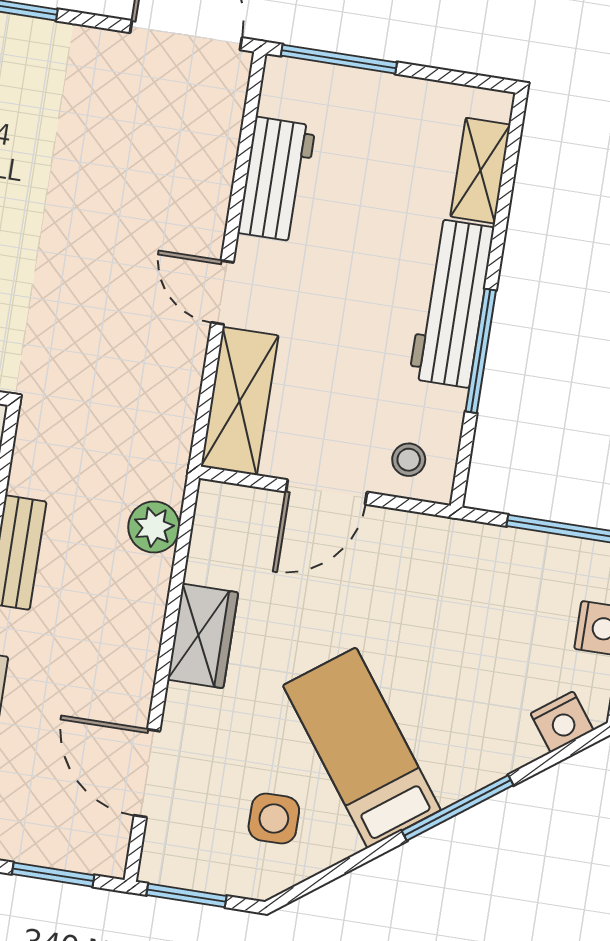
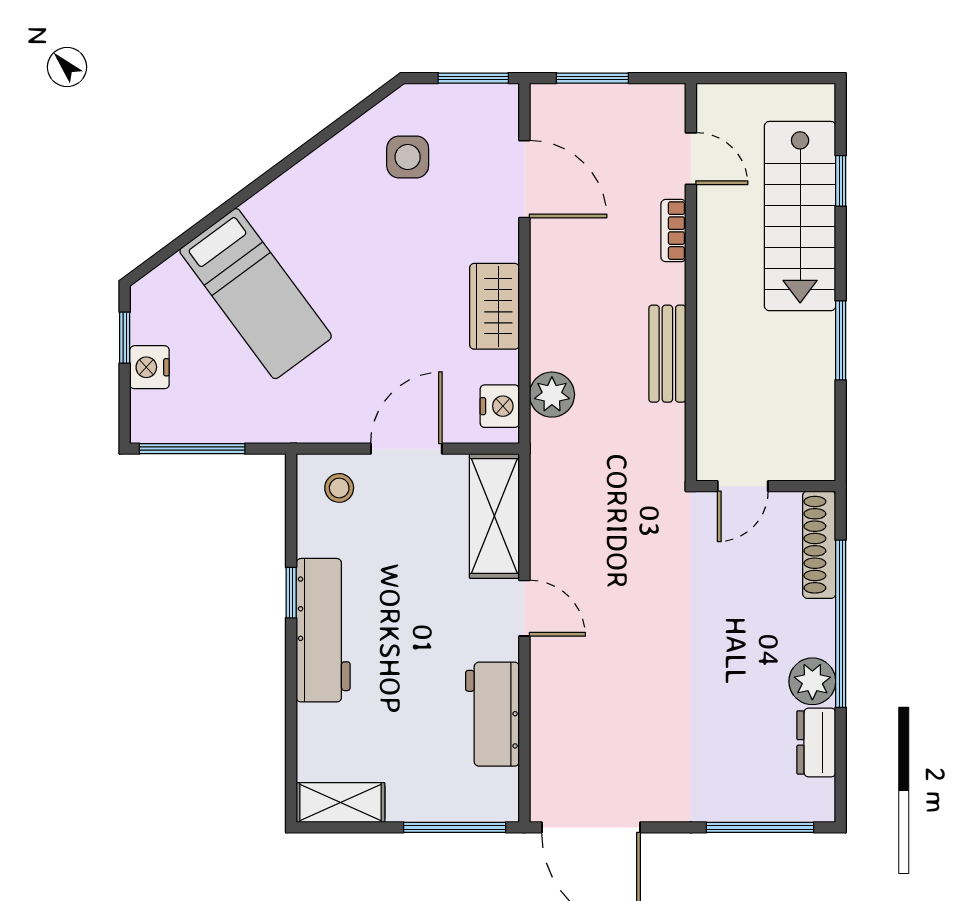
shelving: (480, 171) -> (340, 802), moved, turned 90
window: (481, 351) -> (291, 593), width x0.46
nightstand: (562, 722) -> (500, 406), moved, turned 126
bed: (362, 748) -> (256, 294), moved
window: (457, 808) -> (249, 191), removed

